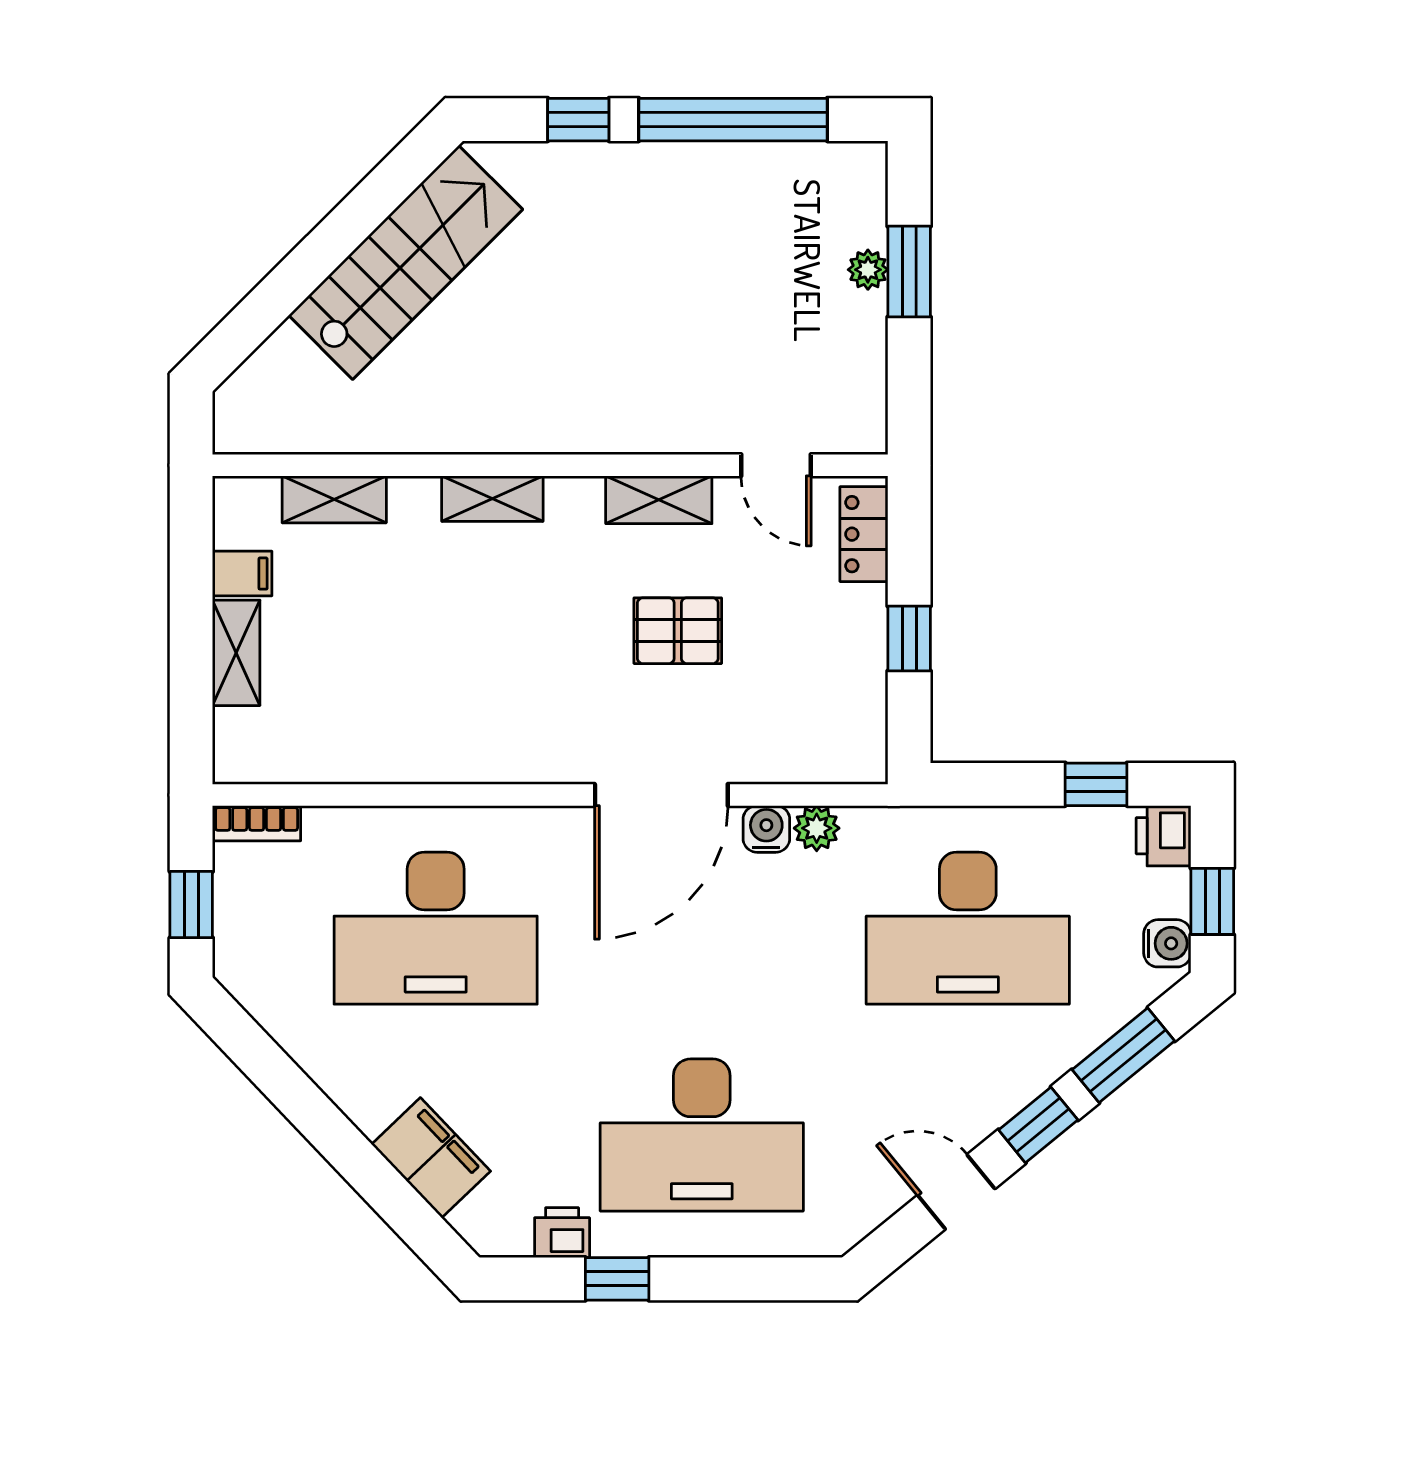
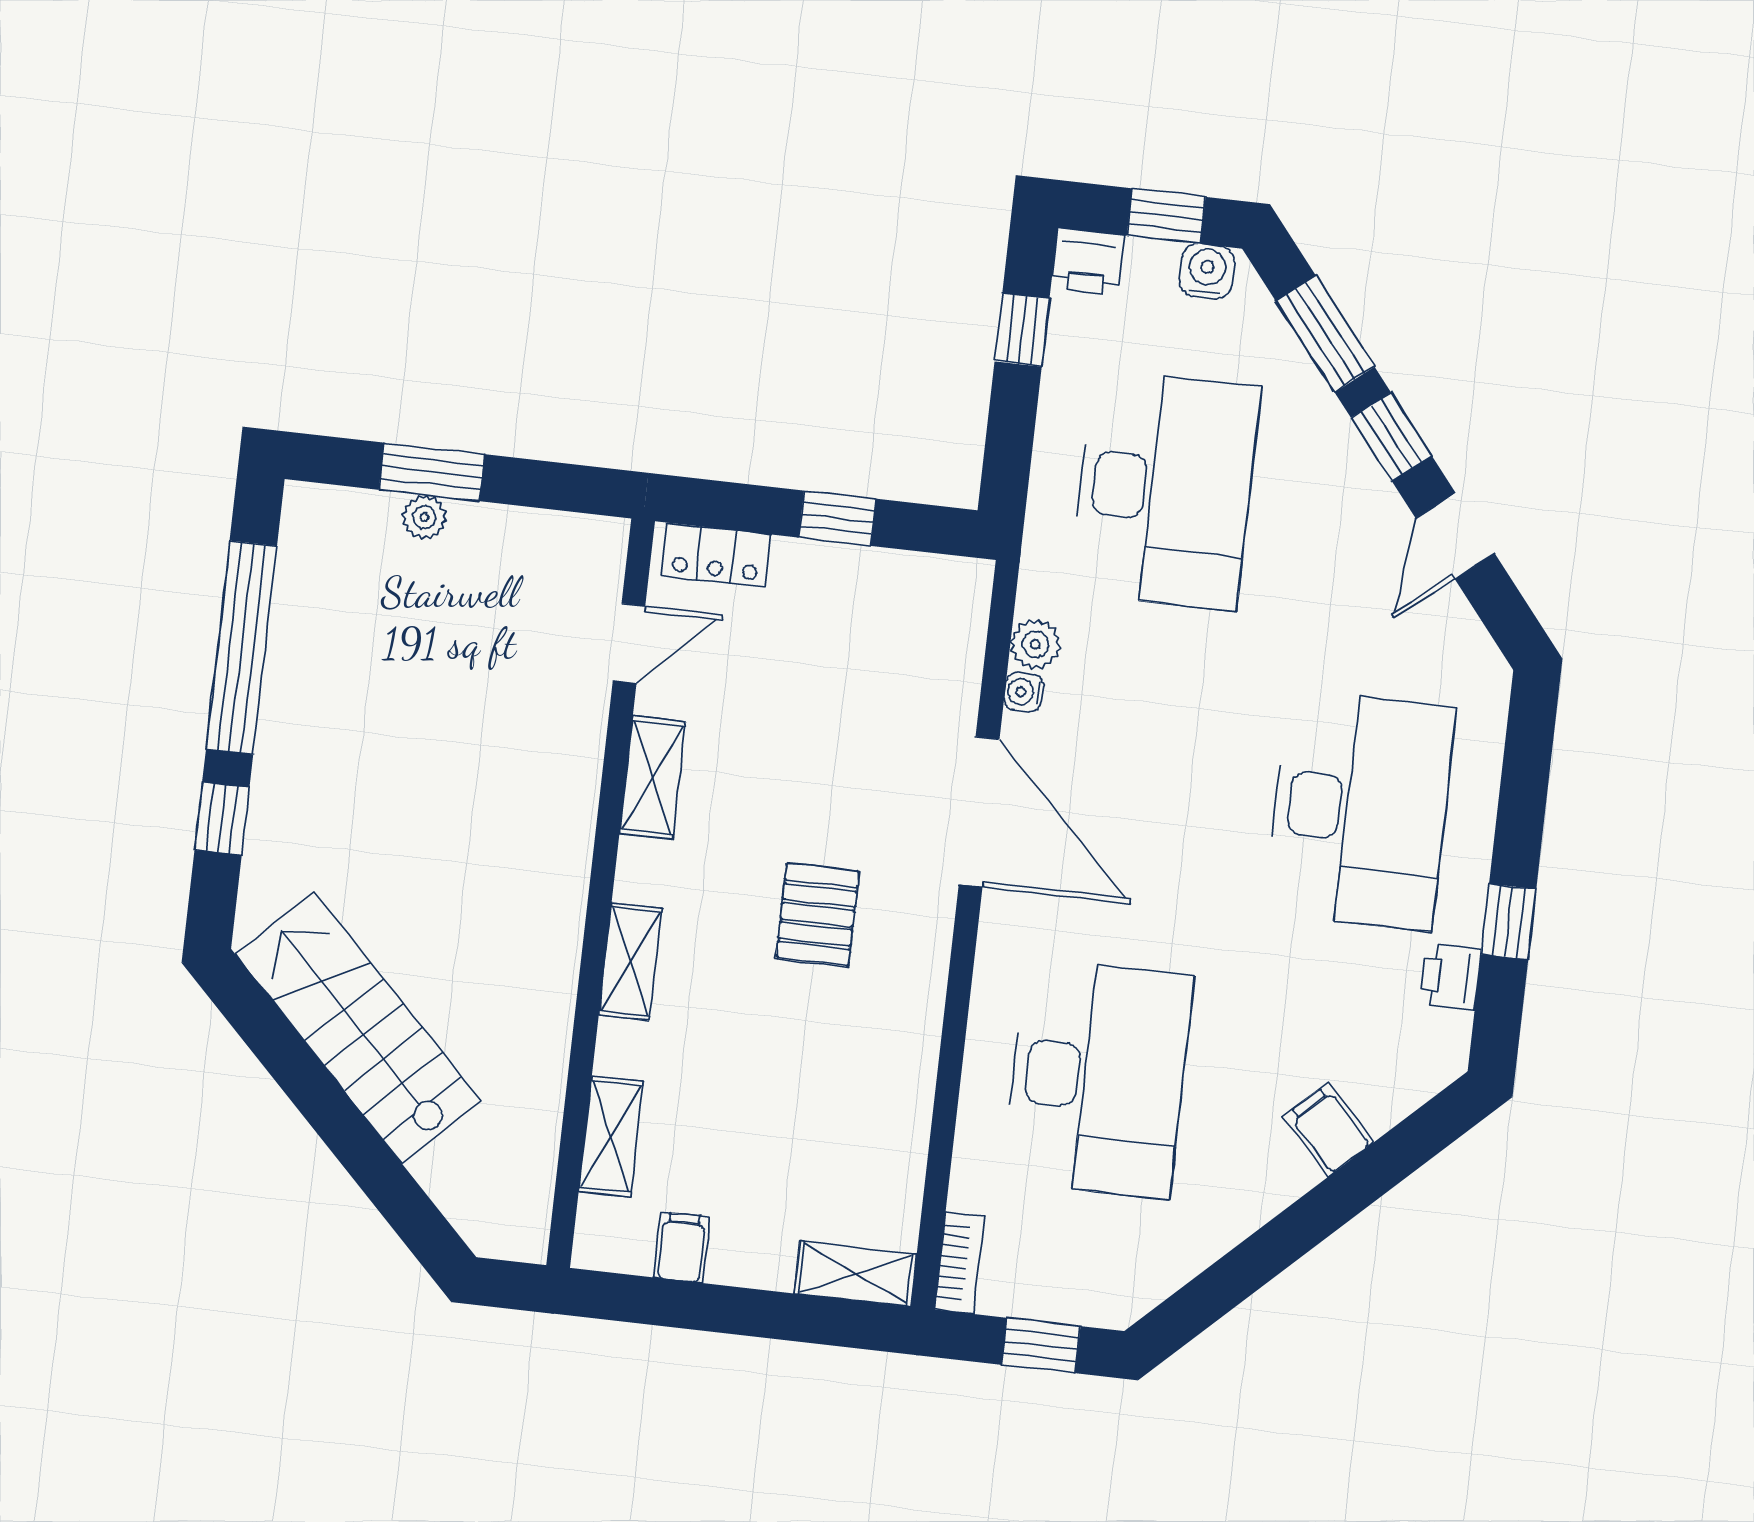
pallet: (678, 631) -> (818, 915), moved
shelving: (236, 653) -> (855, 1274), moved
water cooler: (766, 829) -> (1024, 692), width x0.72, depth x0.72
filing cabinet: (431, 1158) -> (1329, 1129), width x0.50

